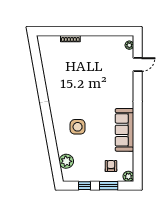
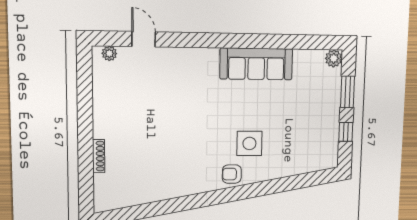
plant: (66, 161) -> (305, 162), removed
armchair: (111, 166) -> (232, 174), moved

